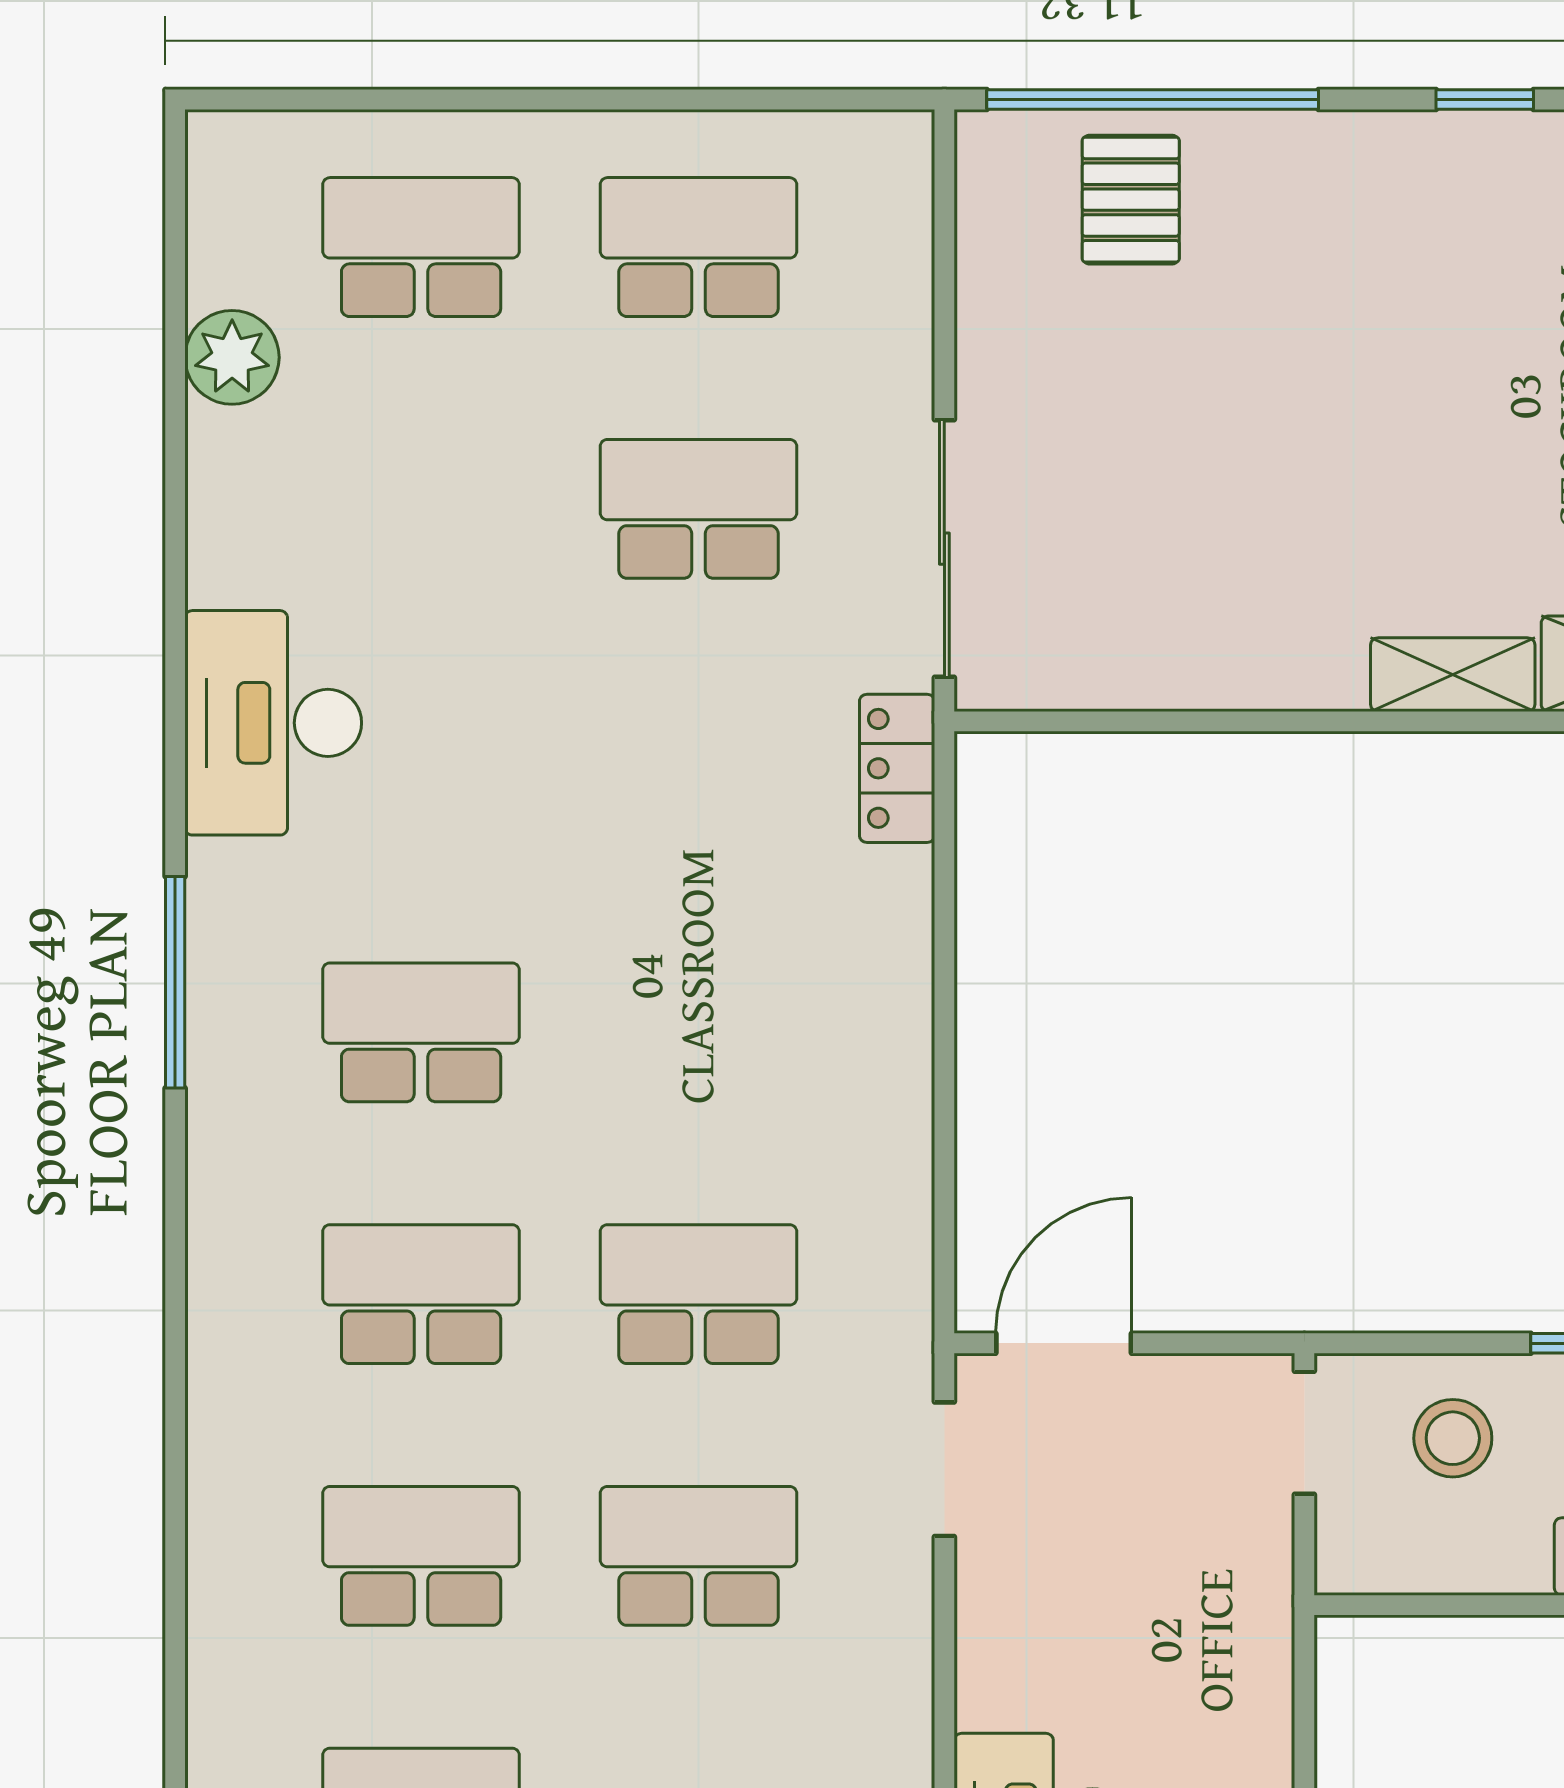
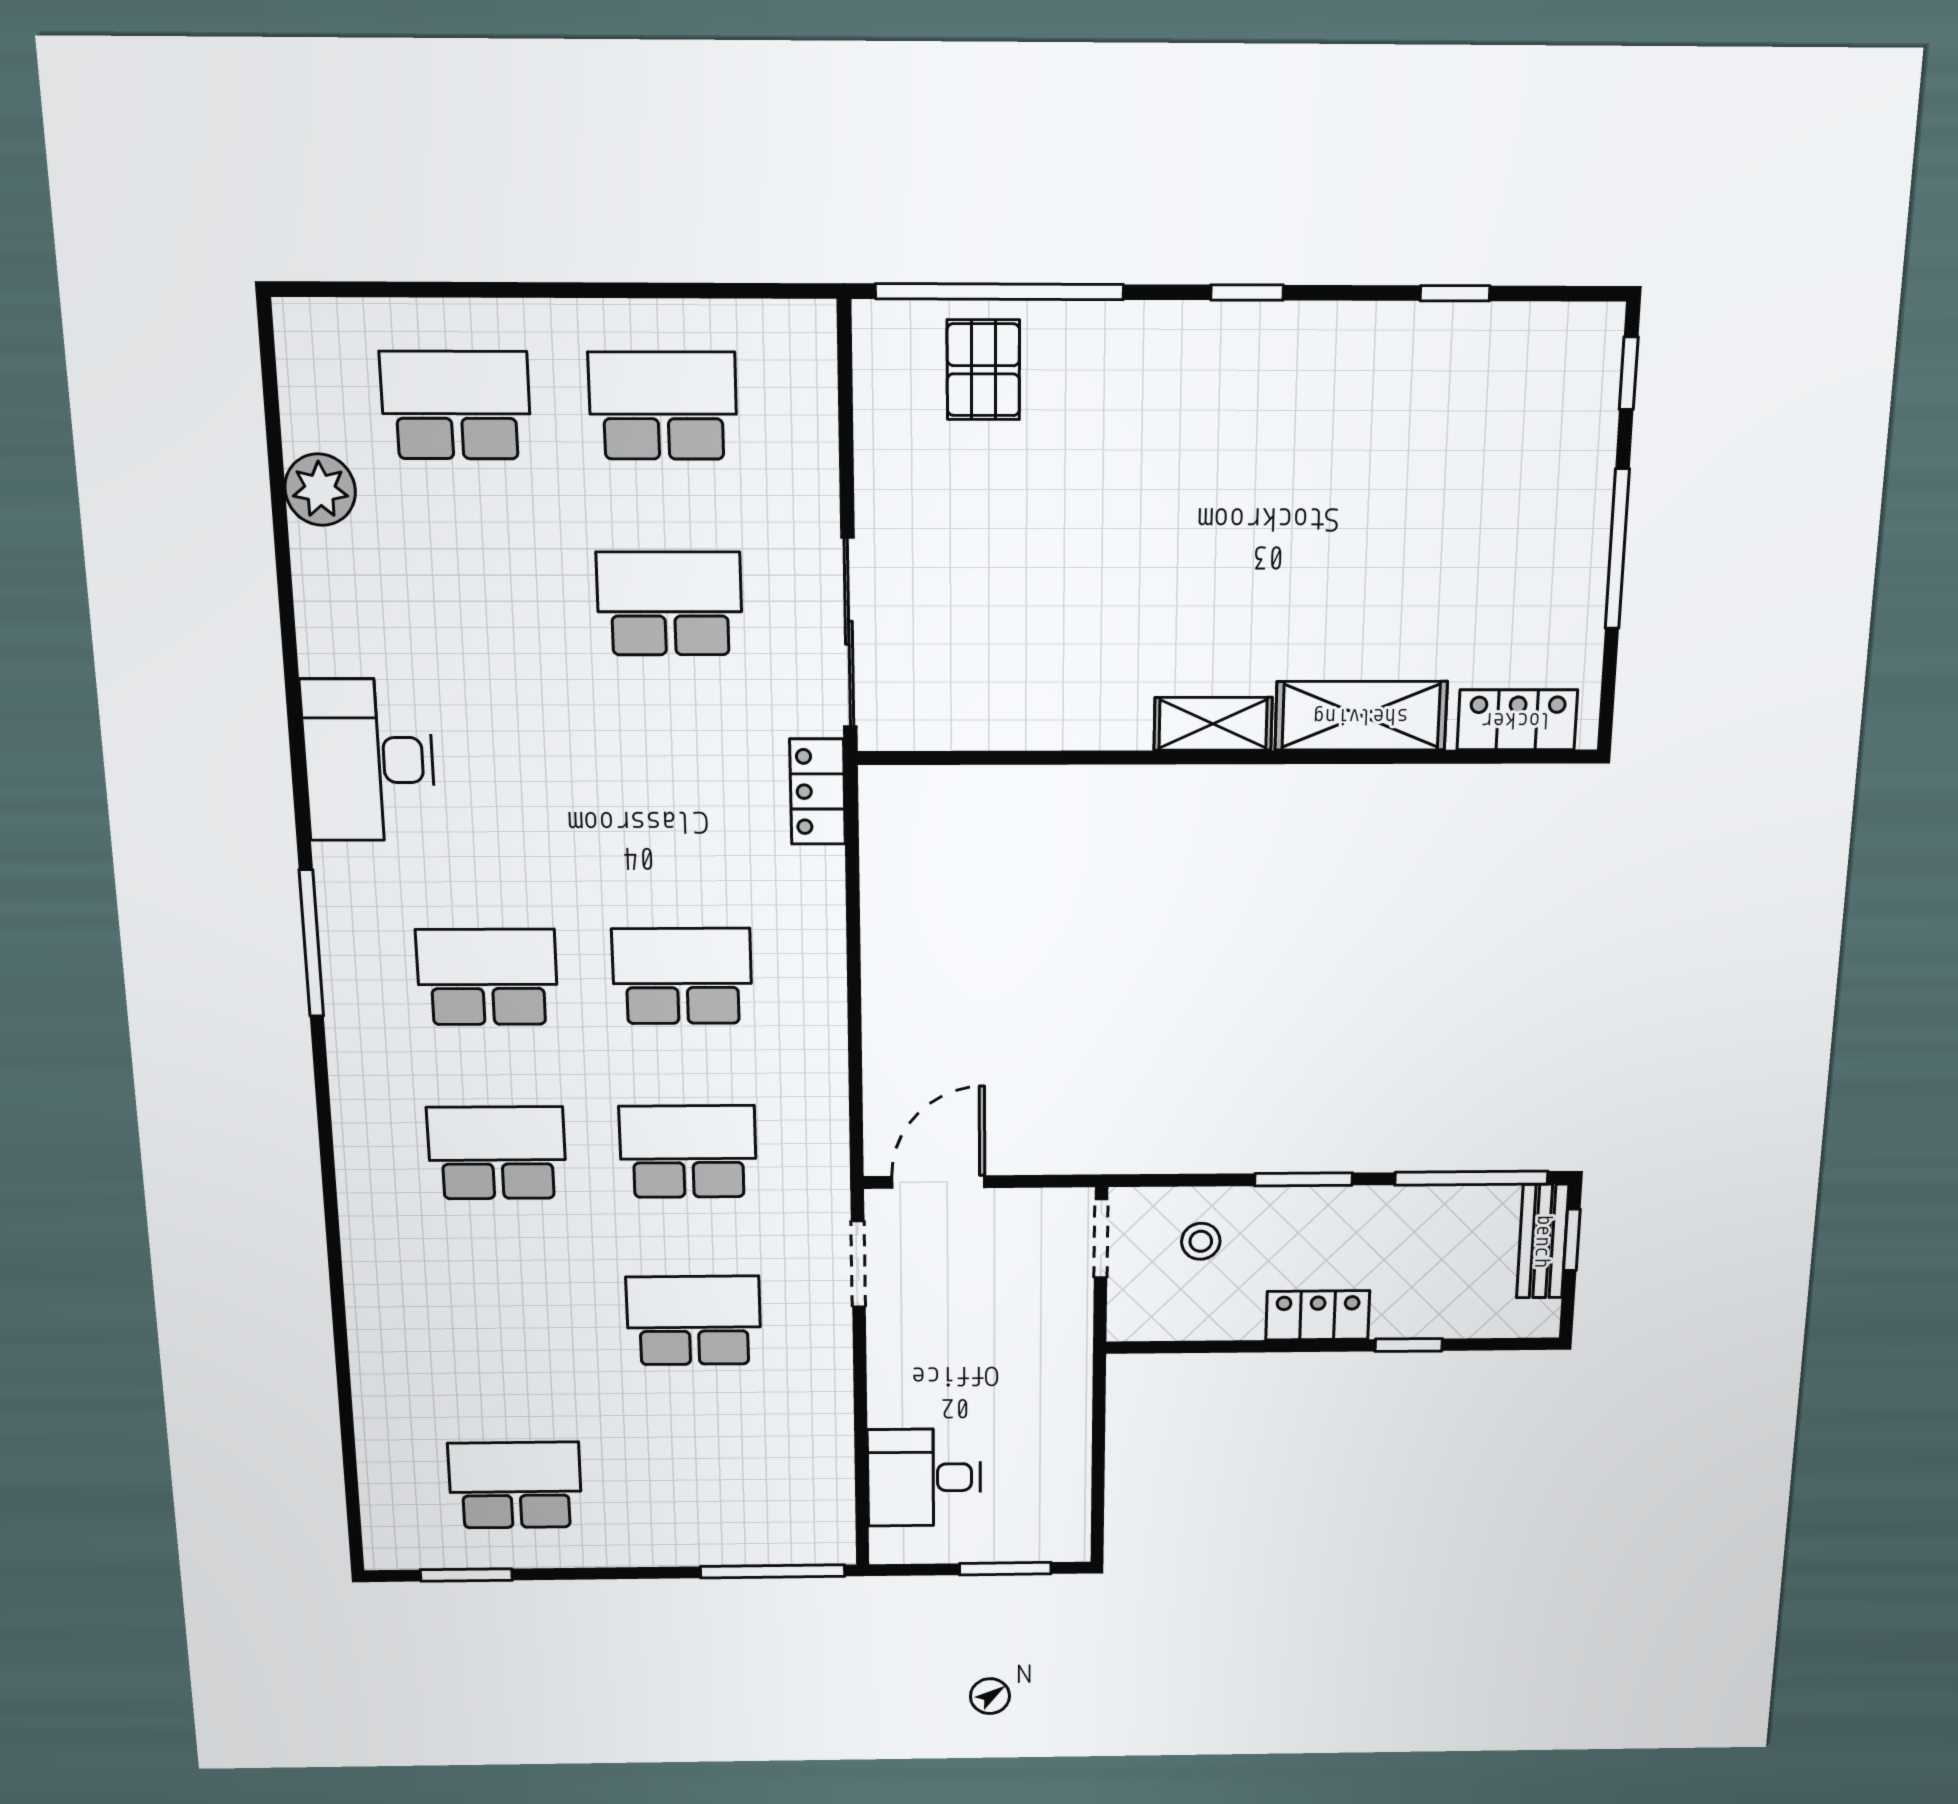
stool: (1453, 1438) -> (1201, 1241), width x0.73, depth x0.73
school desk: (421, 1556) -> (682, 976), moved

